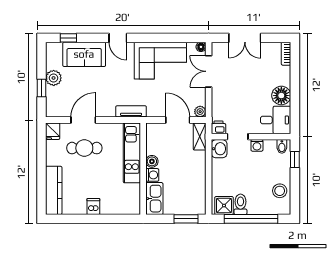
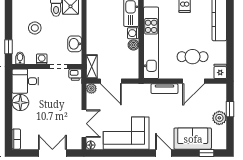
tv unit: (131, 111) -> (164, 89), moved
washbasin: (219, 149) -> (75, 44), moved
kitchen unit: (132, 153) -> (151, 43), width x1.36
stool: (280, 191) -> (35, 28), moved

